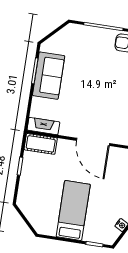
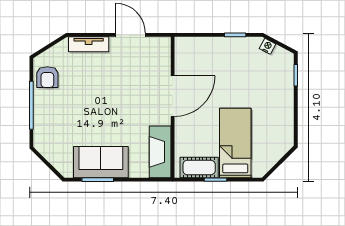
fireplace: (43, 126) -> (160, 152), width x1.37, depth x1.32
cot: (41, 144) -> (199, 168), moved, turned 90
bed: (73, 210) -> (235, 143), moved, turned 90

